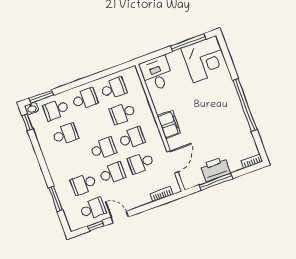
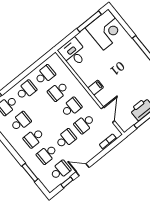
filing cabinet: (169, 124) -> (96, 88), width x0.50
school desk: (103, 149) -> (34, 138), moved, turned 180

